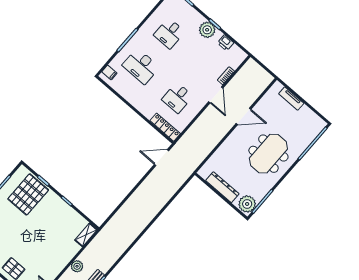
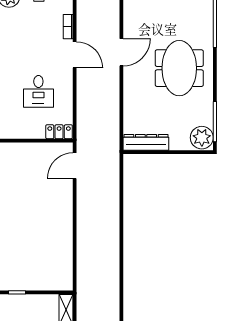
locker: (165, 127) -> (59, 132), width x0.66
dresser: (222, 187) -> (146, 142), moved

